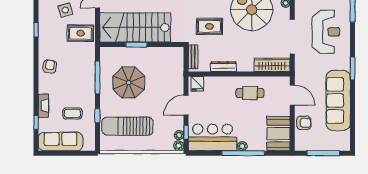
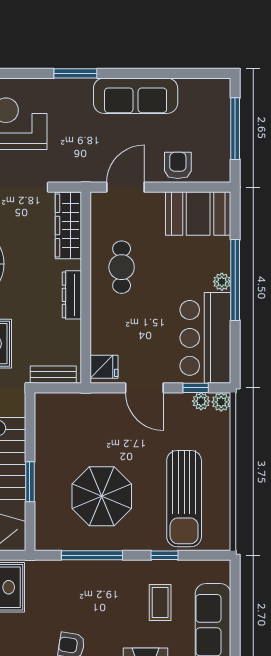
dresser: (223, 67) -> (72, 295), moved
sofa: (338, 100) -> (136, 96), width x0.74, depth x0.79

